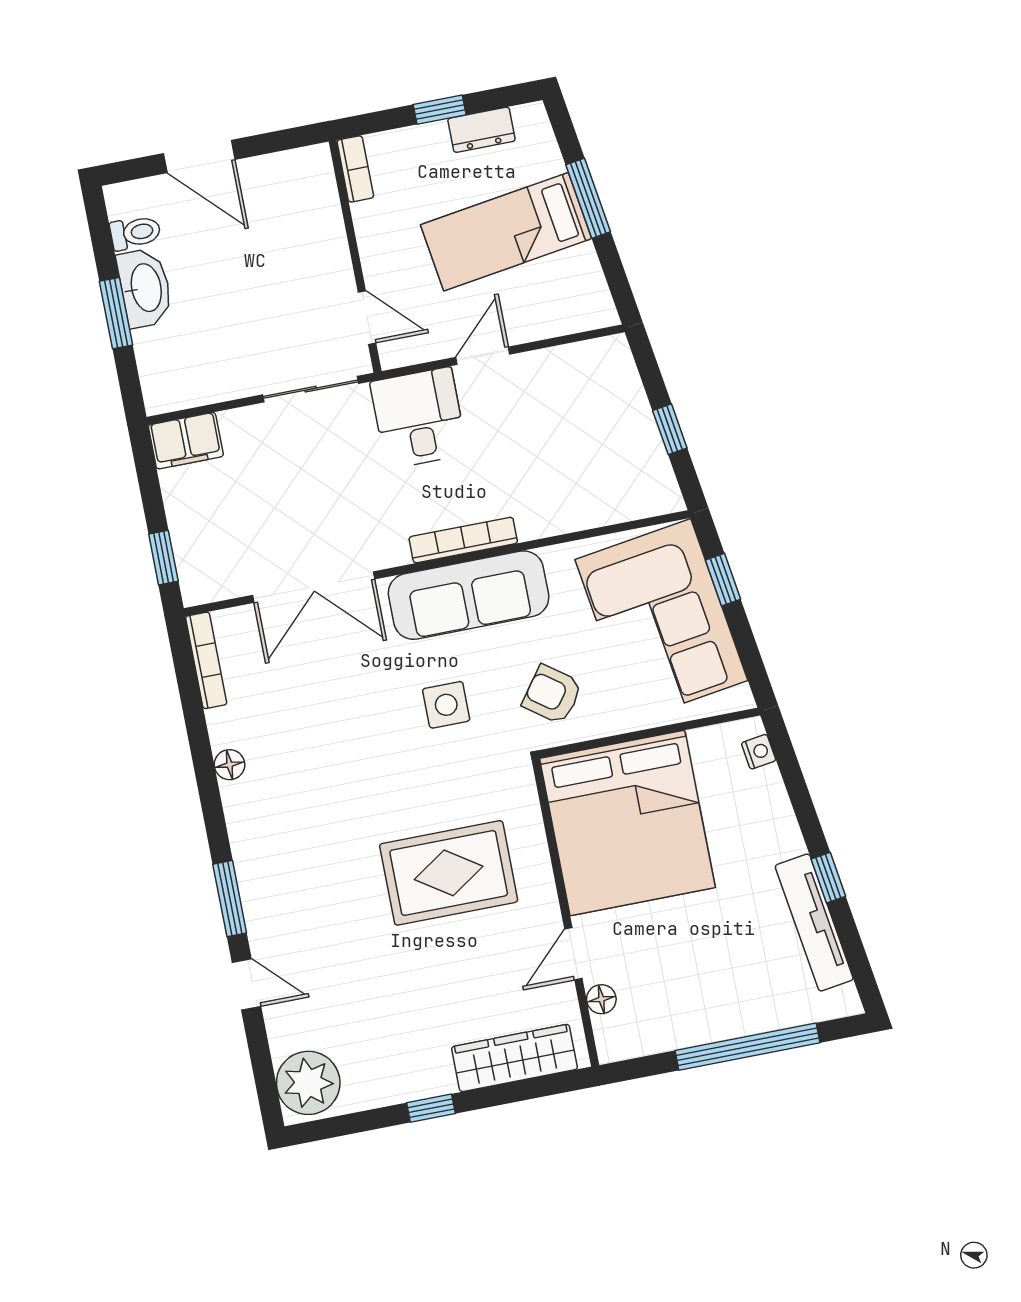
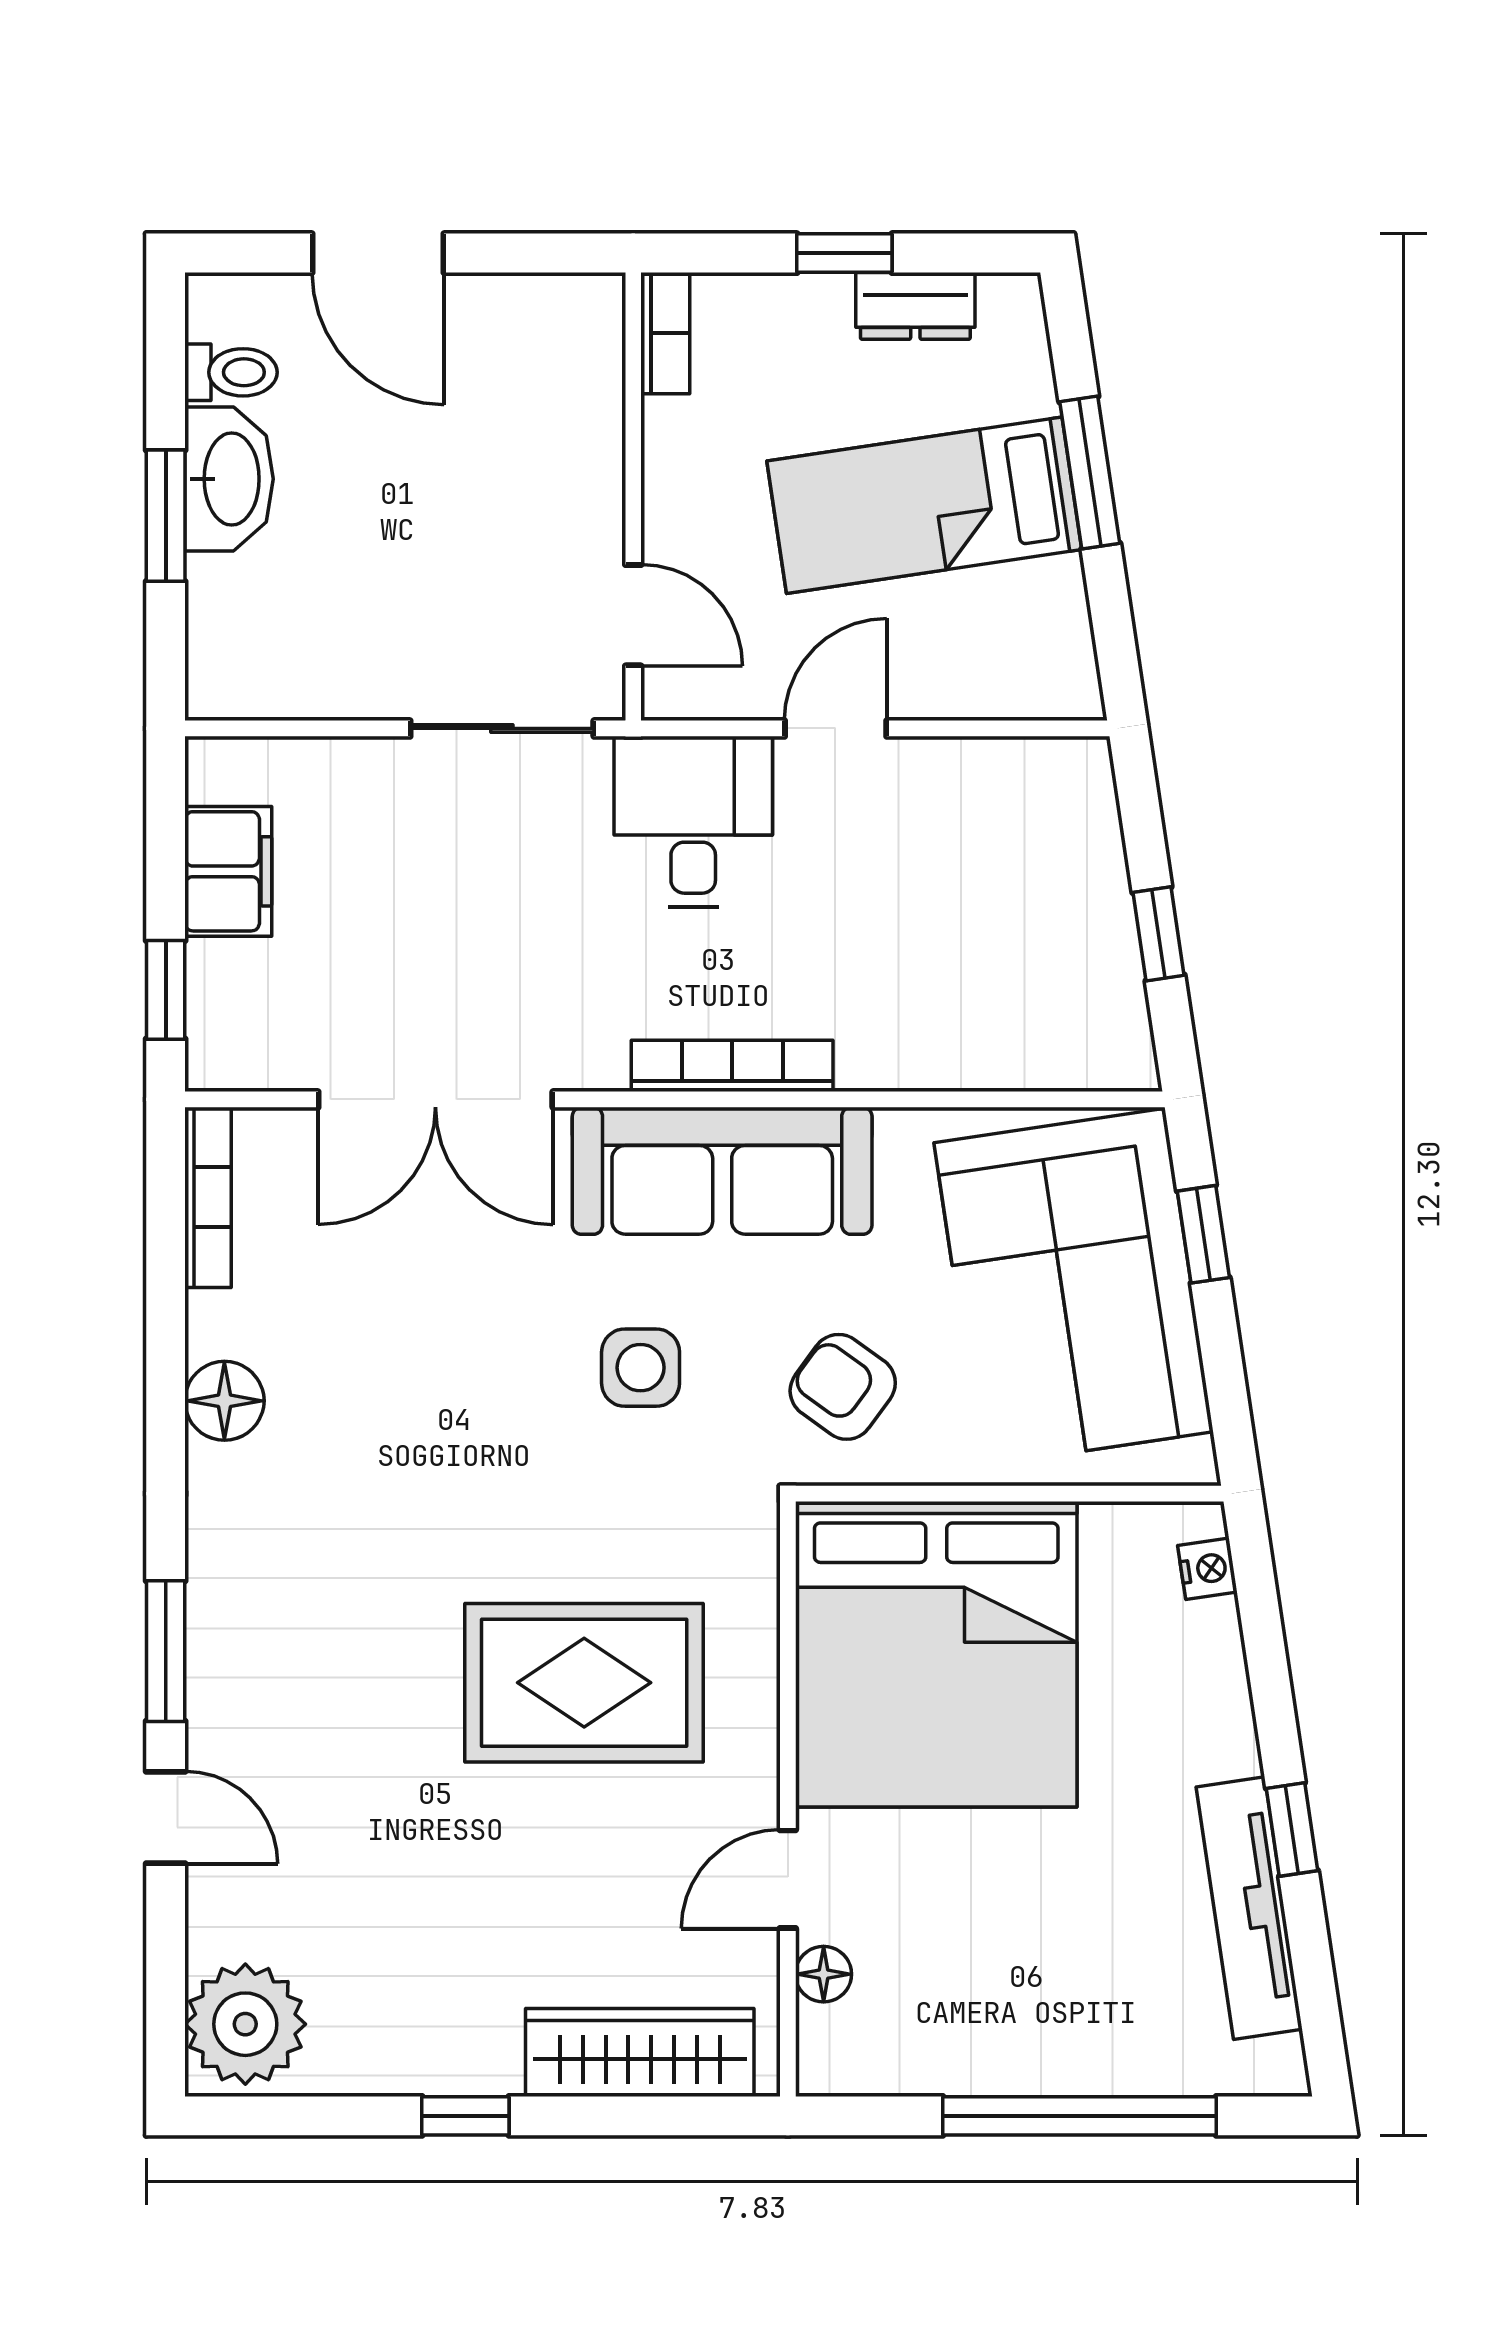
filing cabinet: (186, 441) -> (228, 871), moved, turned -90
floor lamp: (229, 765) -> (224, 1401), width x1.37, depth x1.37

